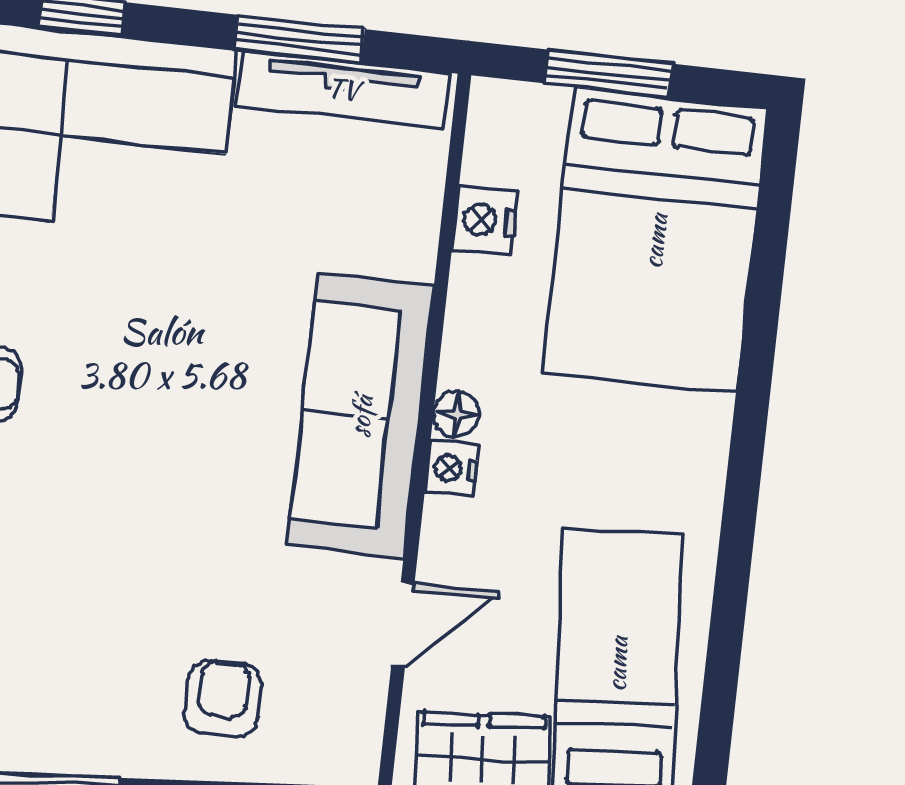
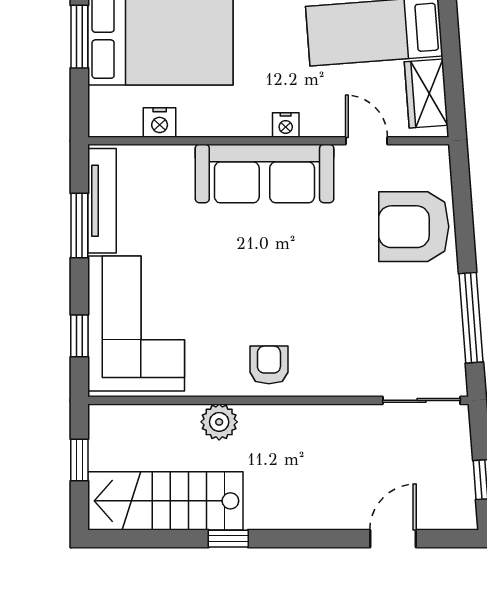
window: (608, 74) -> (79, 37), moved
floor lamp: (456, 414) -> (258, 126), removed
armchair: (223, 699) -> (414, 227), width x1.88, depth x1.88

